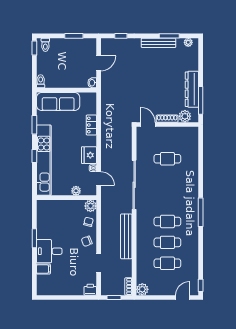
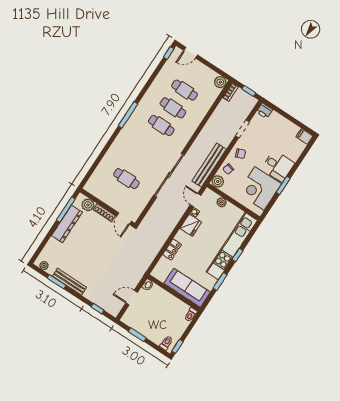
corner desk: (52, 223) -> (259, 188), added
bench: (126, 236) -> (209, 165), moved
filing cabinet: (43, 269) -> (304, 136), moved

